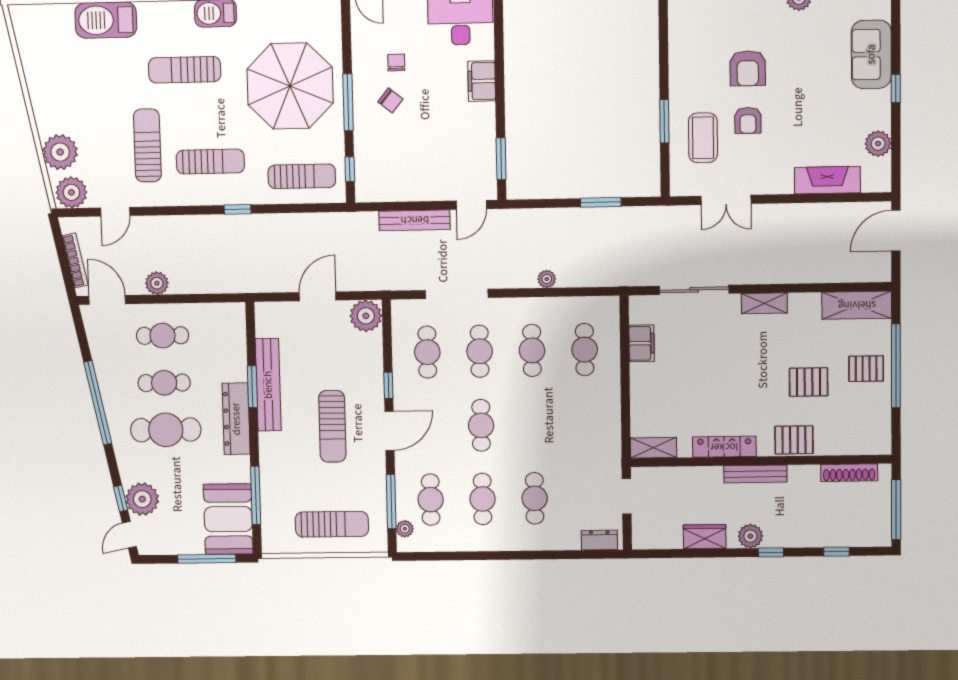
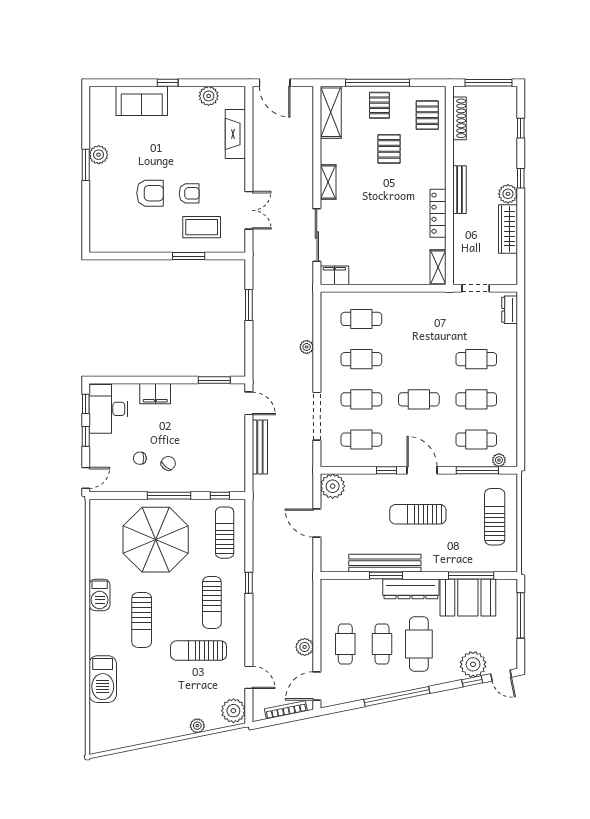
plant: (60, 152) -> (197, 726), width x0.53, depth x0.53
sun lounger: (210, 162) -> (212, 602), turned 180
filing cabinet: (642, 343) -> (334, 275), moved
sun lounger: (332, 426) -> (418, 514), turned 180
pallet: (794, 440) -> (427, 115), moved
booth: (228, 519) -> (468, 597), moved
wardrobe: (705, 537) -> (508, 229), width x1.50

